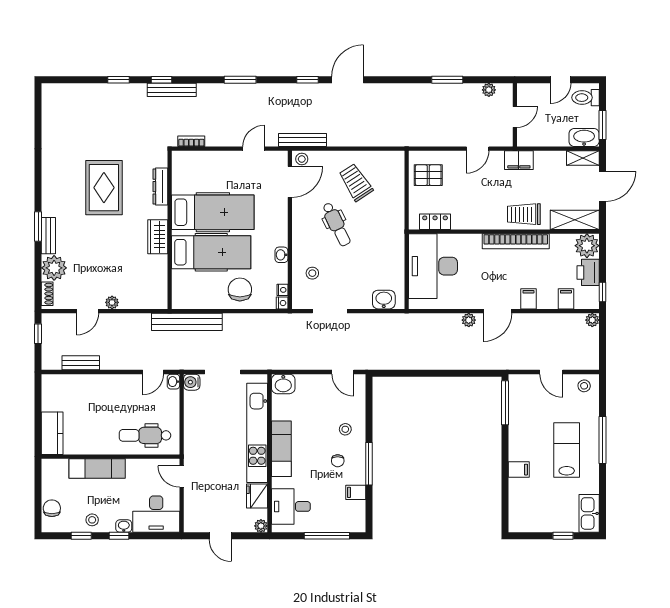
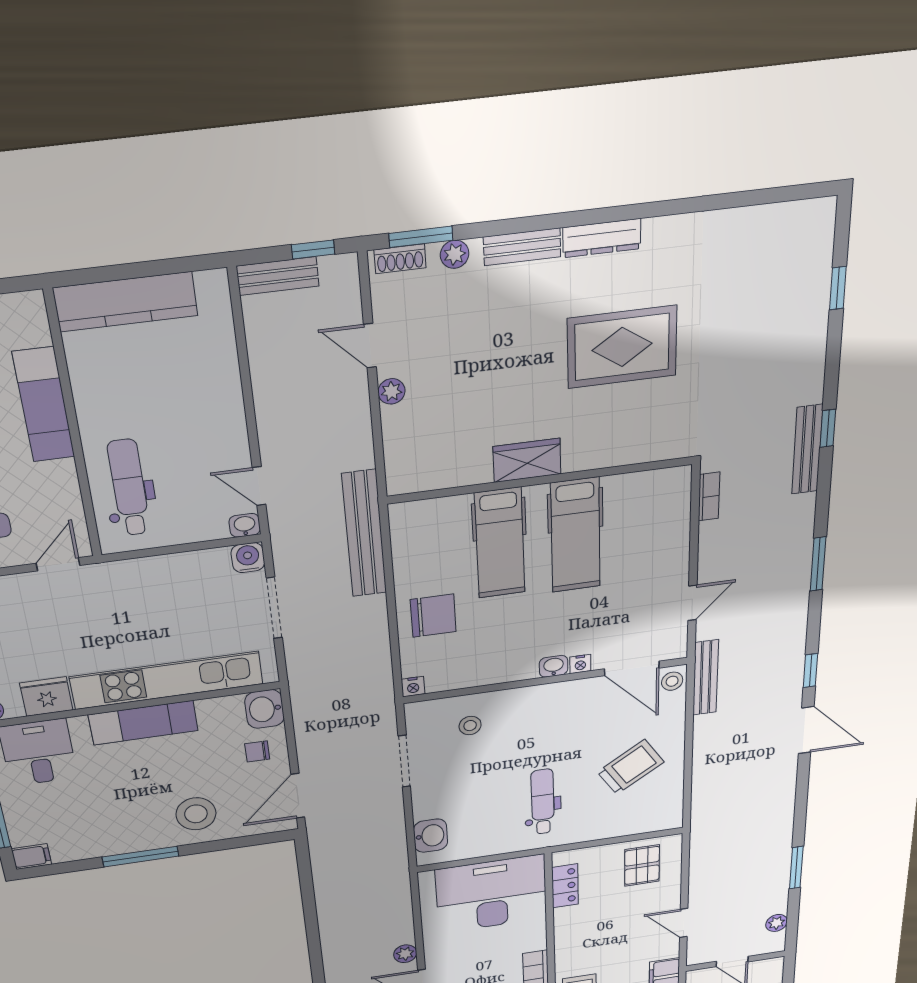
window: (118, 80) -> (838, 288), moved
door: (254, 149) -> (692, 603), hinge flipped
dresser: (160, 187) -> (602, 238), moved, turned 180
hospital bed: (213, 212) -> (576, 535), width x0.73, depth x0.78
dental chair: (336, 224) -> (543, 802), moved, turned 116
window: (38, 226) -> (421, 237), moved
hospital bed: (211, 252) -> (500, 543), width x0.73, depth x0.78
washbasin: (281, 255) -> (554, 666), moved
plant: (54, 268) -> (455, 254), width x0.53, depth x0.53
nightstand: (282, 290) -> (580, 664), moved
bench: (81, 363) -> (278, 276), moved, turned 90
door: (343, 372) -> (298, 796), width x1.38
stool: (345, 429) -> (196, 814), width x1.89, depth x1.89
kitchen counter: (52, 433) -> (126, 302), width x1.50
chair: (338, 461) -> (257, 751), moved
filing cabinet: (356, 492) -> (31, 857), moved, turned 90

